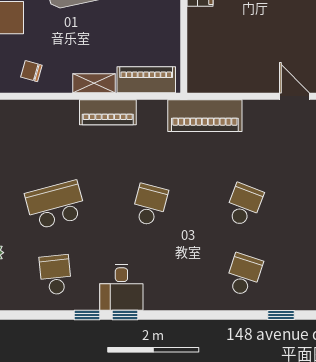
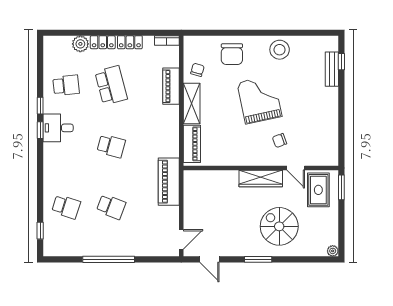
shelving: (94, 83) -> (192, 103), width x1.50, depth x1.33
piano: (108, 112) -> (171, 86), moved

